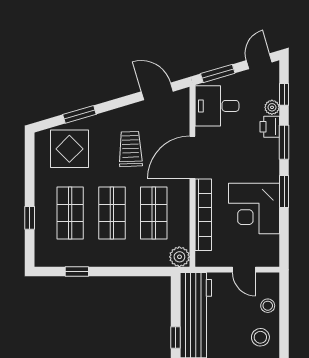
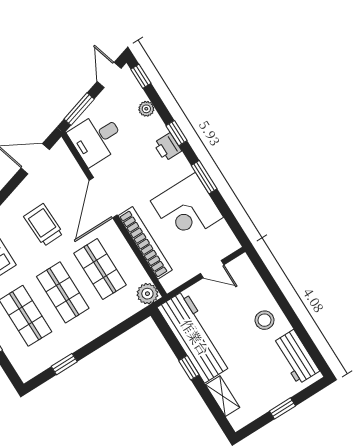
window: (284, 94) -> (141, 76), moved
printer: (270, 127) -> (168, 147), moved
window: (284, 142) -> (177, 133), width x0.67
stool: (268, 306) -> (253, 288), removed

